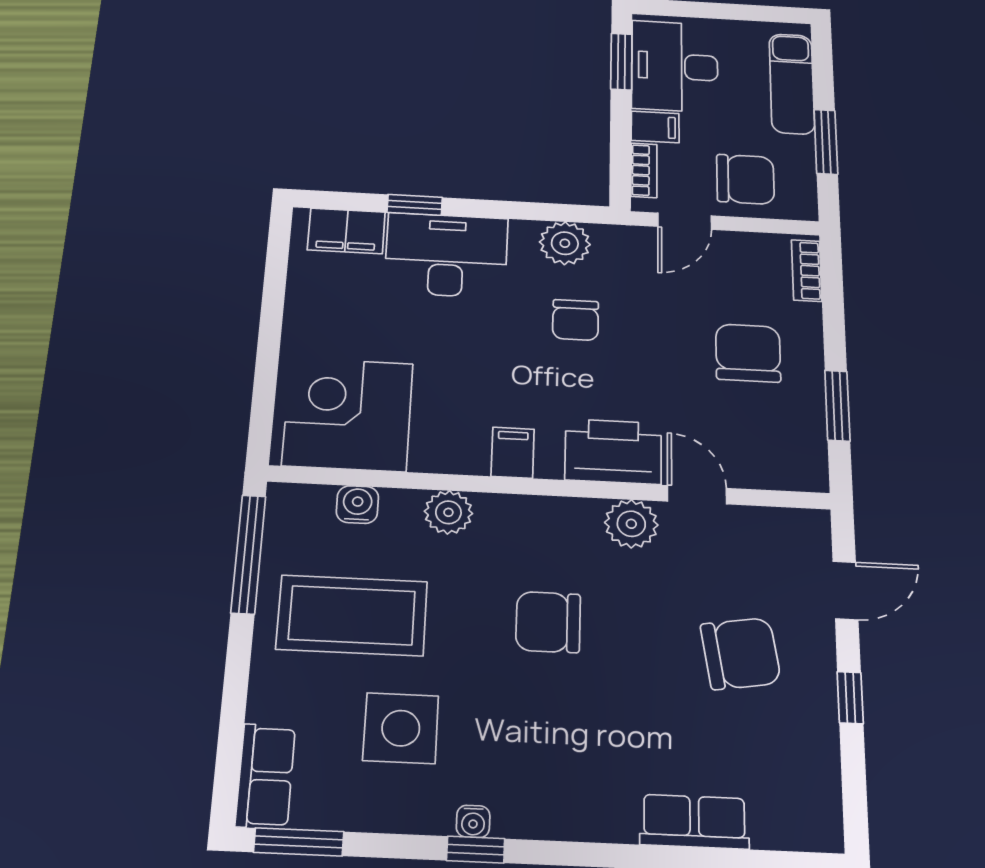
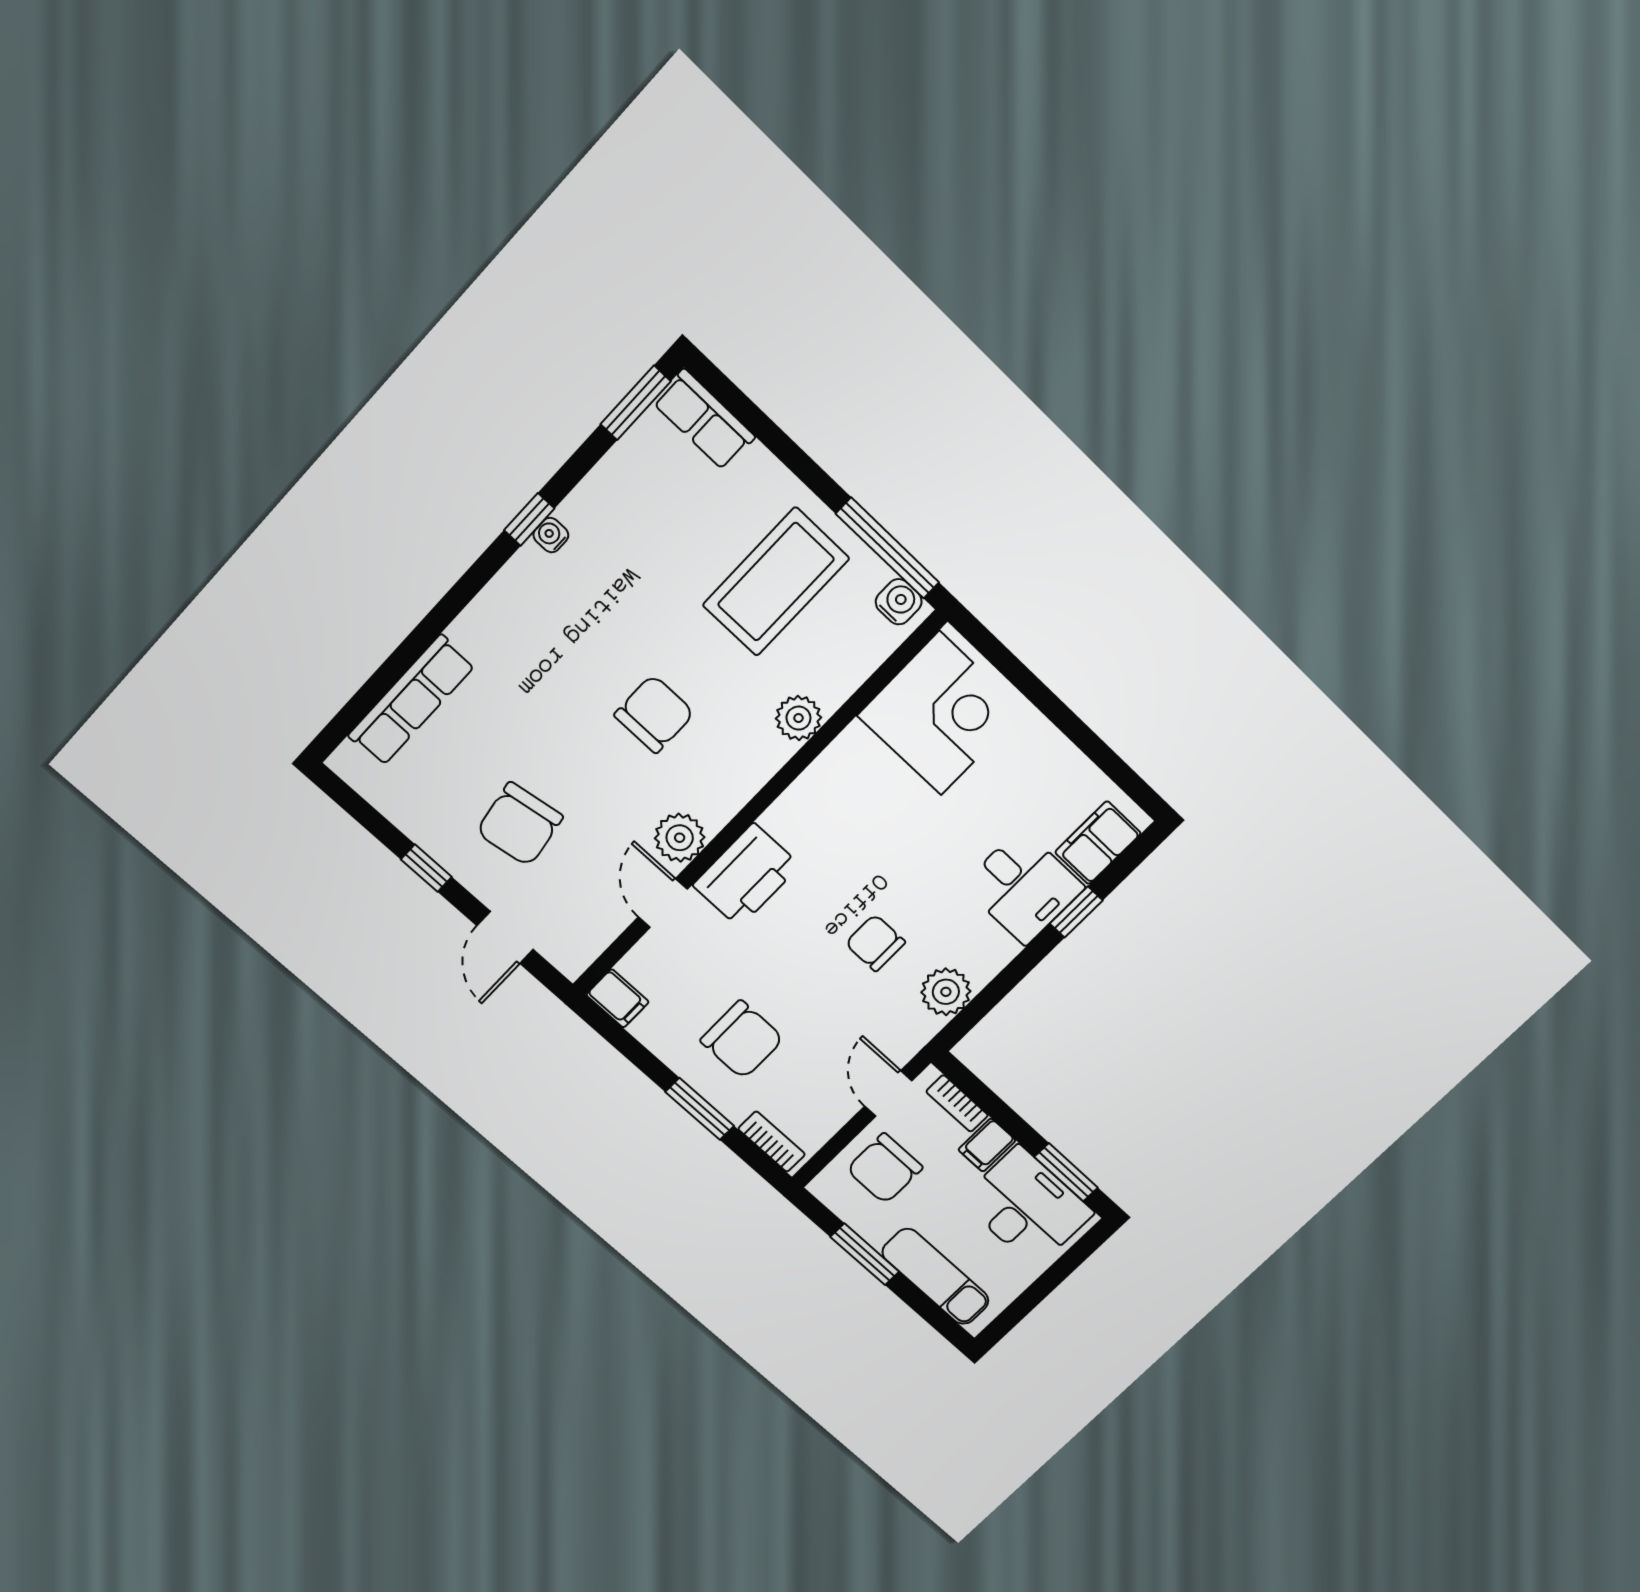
desk: (446, 255) -> (1023, 887), width x0.73
window: (837, 406) -> (700, 1109), moved
filing cabinet: (513, 453) -> (617, 998), moved
door: (697, 495) -> (663, 903), swing flipped
water cooler: (357, 505) -> (899, 602), moved, turned -90
side table: (401, 728) -> (661, 544), removed
row of seats: (694, 822) -> (412, 701), width x1.48

